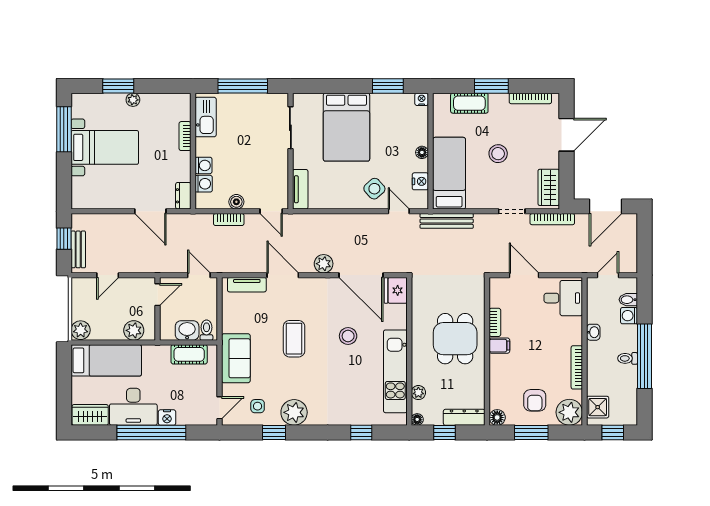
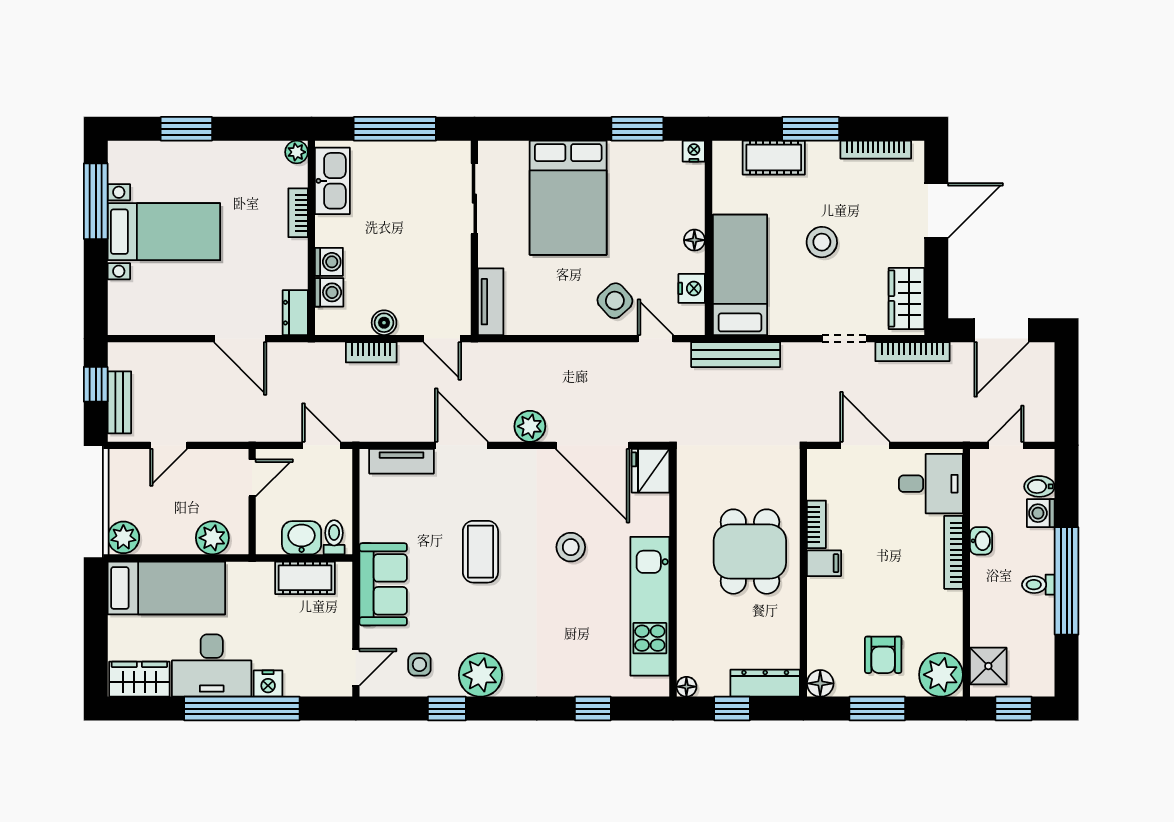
plant: (133, 100) -> (297, 152), moved
bookcase: (577, 367) -> (953, 552), moved
plant: (418, 393) -> (688, 642), removed

